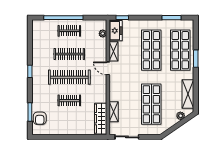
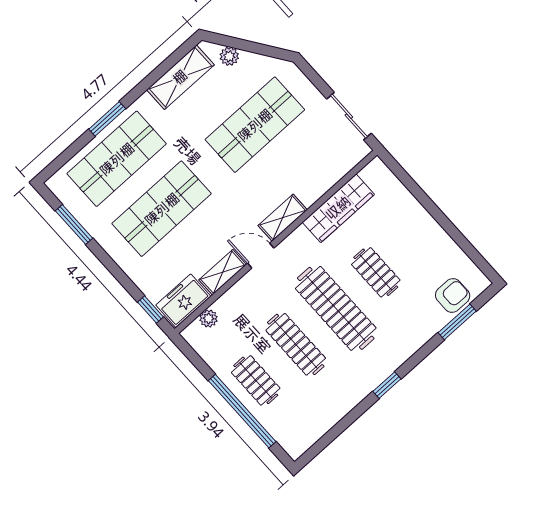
door: (108, 68) -> (261, 256), swing flipped
shelving: (114, 112) -> (283, 218), moved
wardrobe: (101, 119) -> (338, 208), moved

